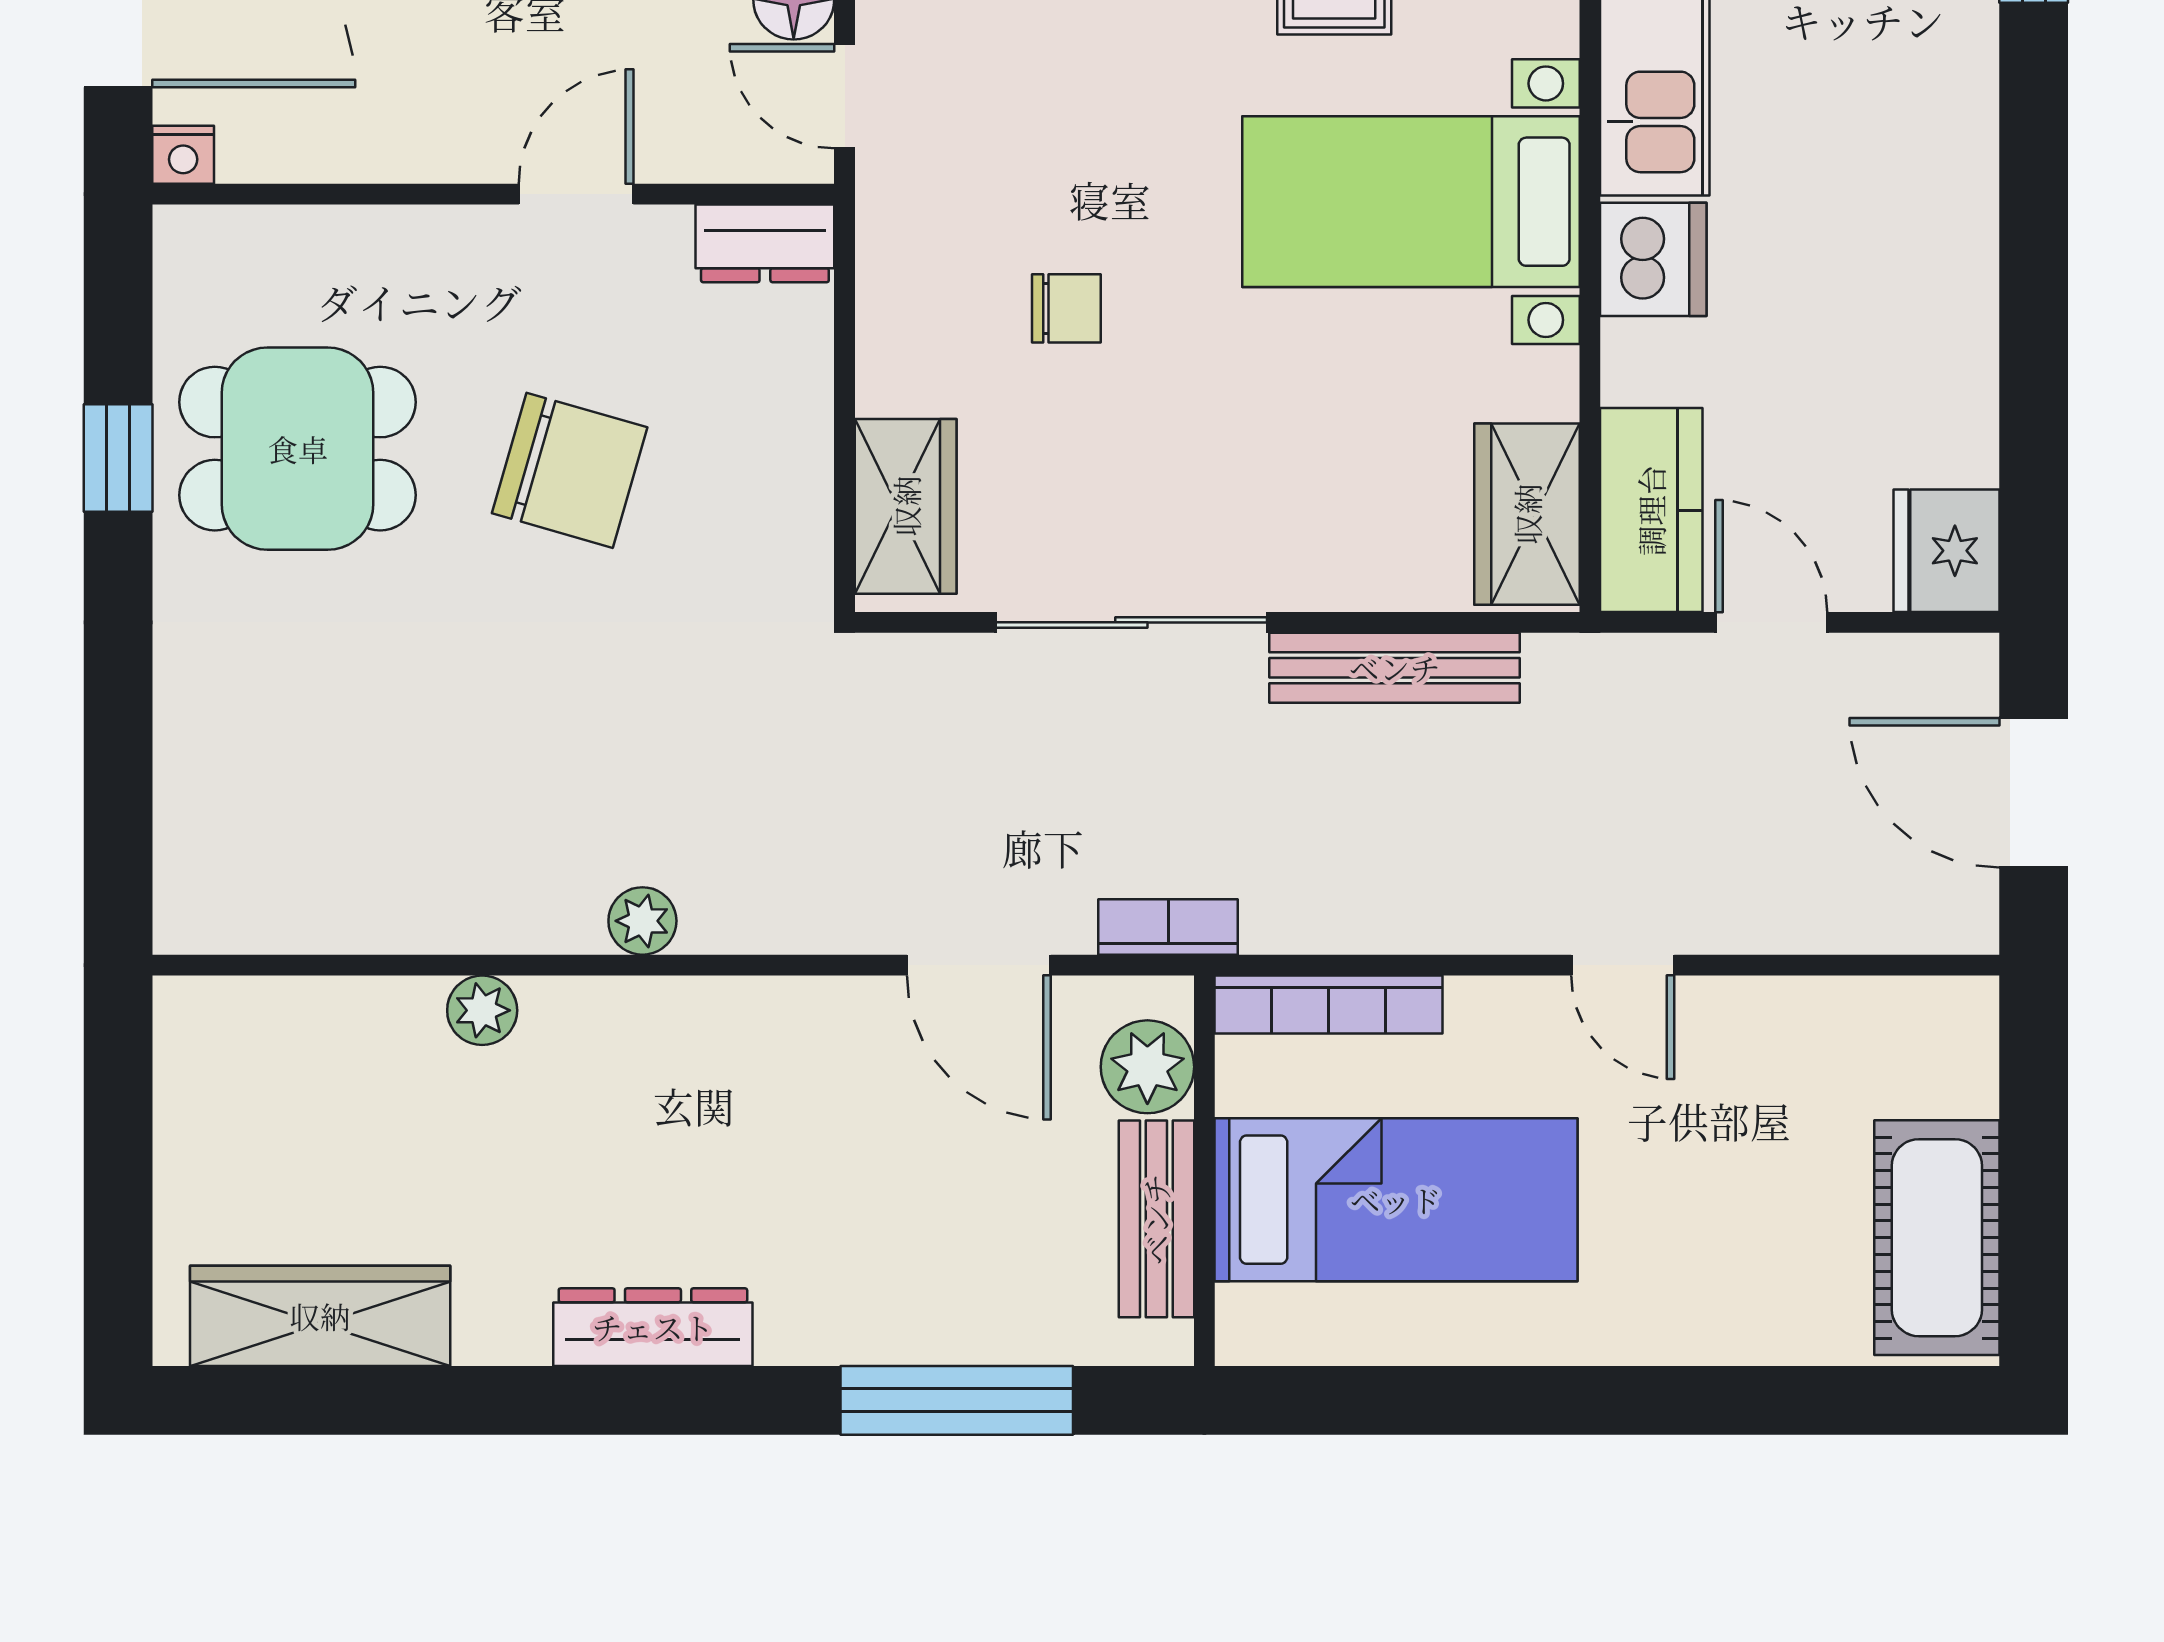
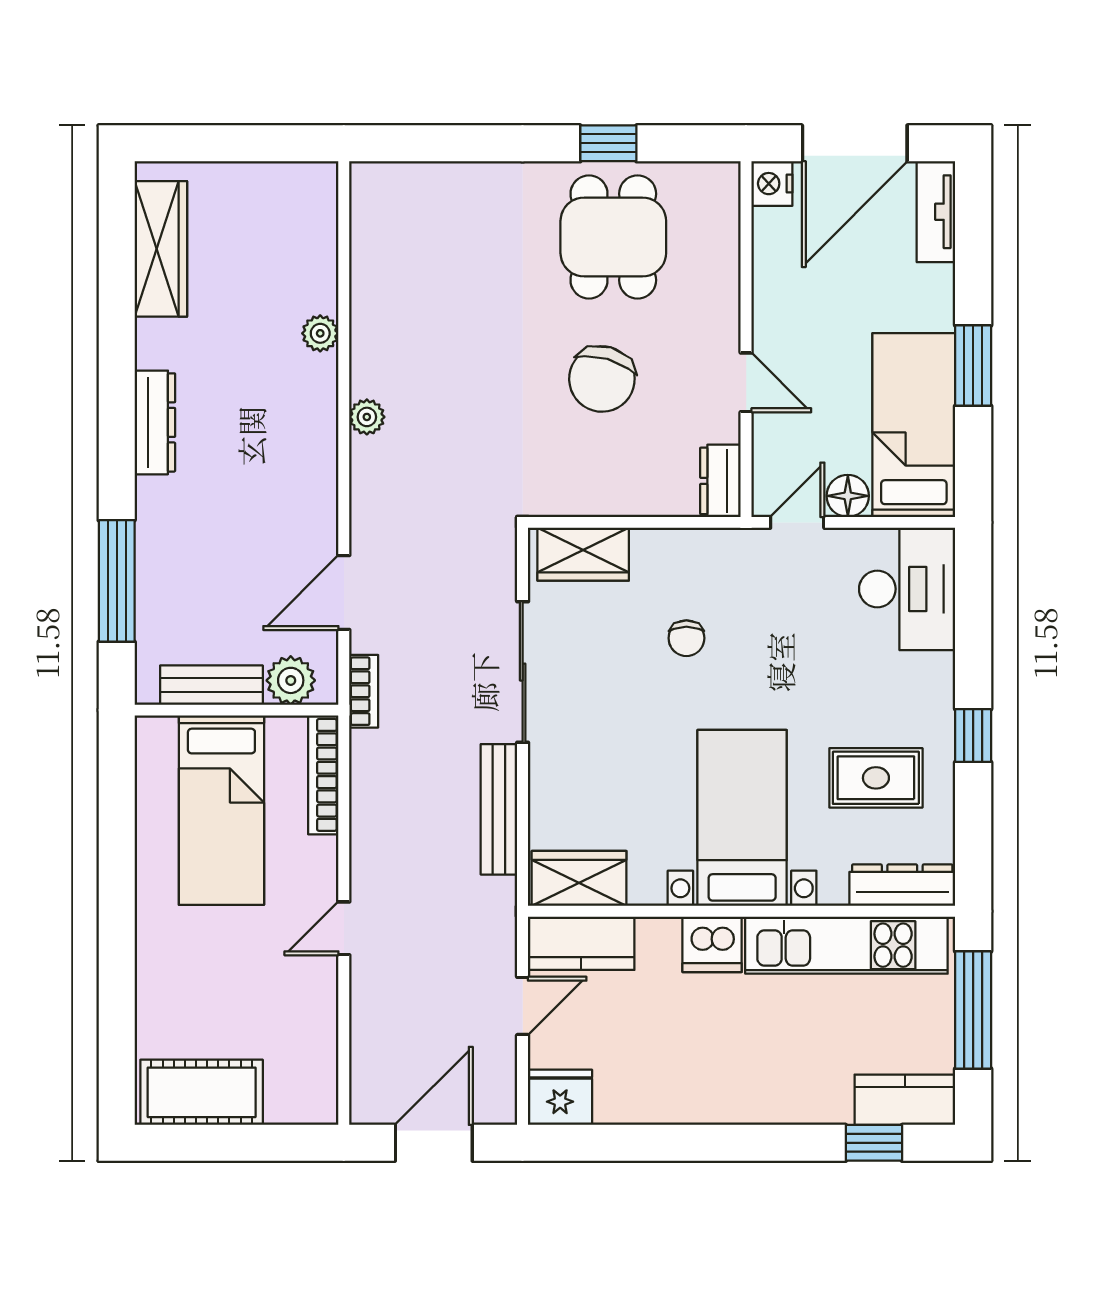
nightstand: (183, 155) -> (772, 184), width x1.39, depth x1.35

